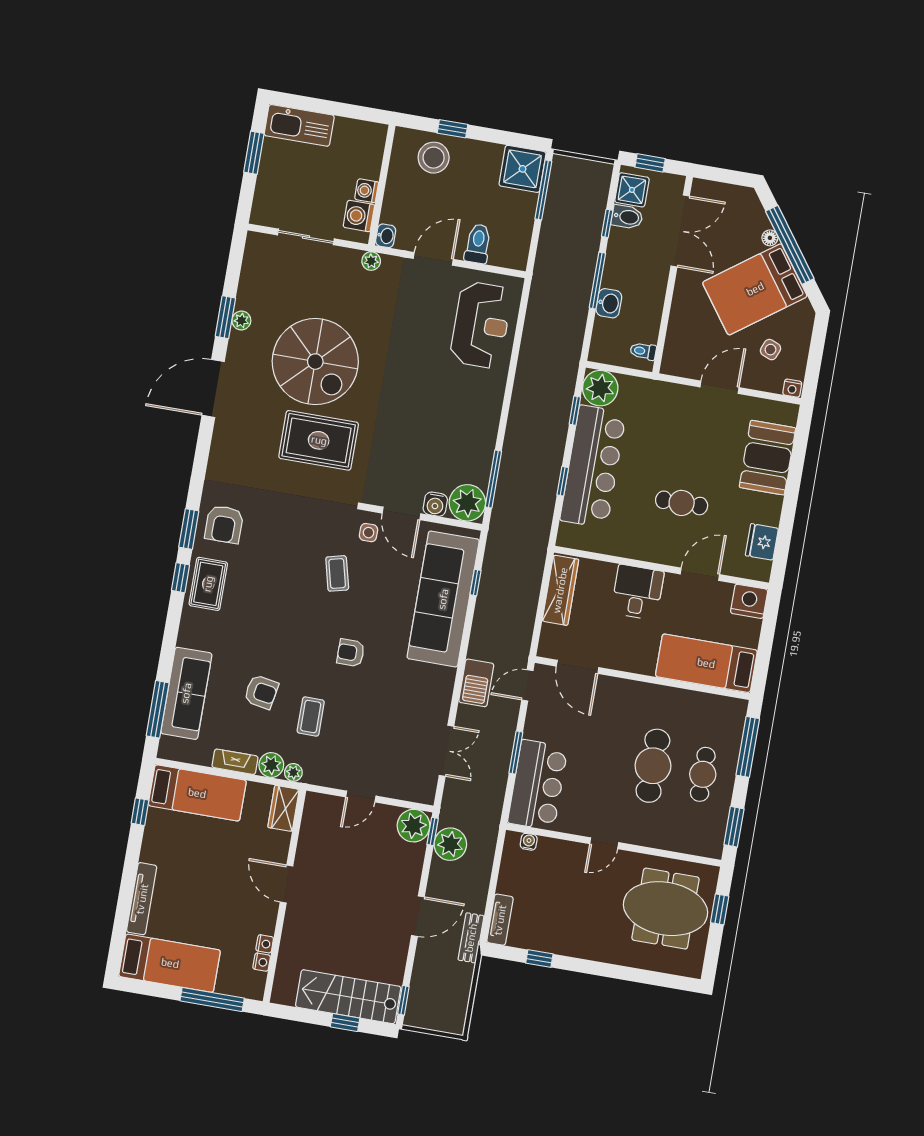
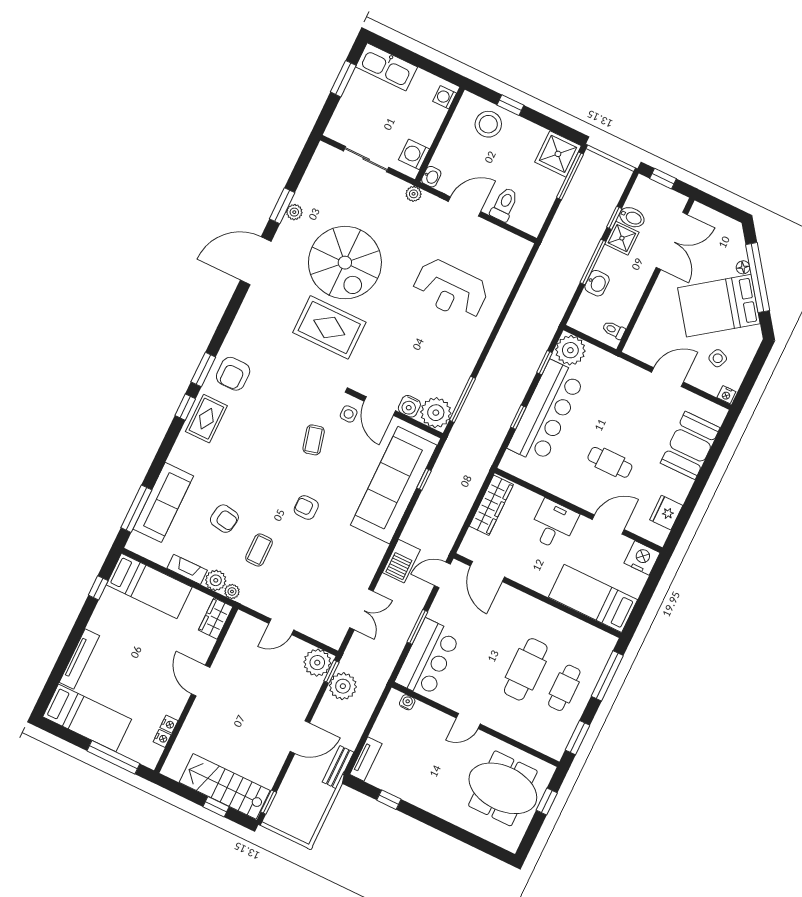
shower: (632, 190) -> (622, 238), moved
washing machine: (367, 191) -> (445, 97), moved
reception desk: (481, 325) -> (450, 290), moved, turned 90

